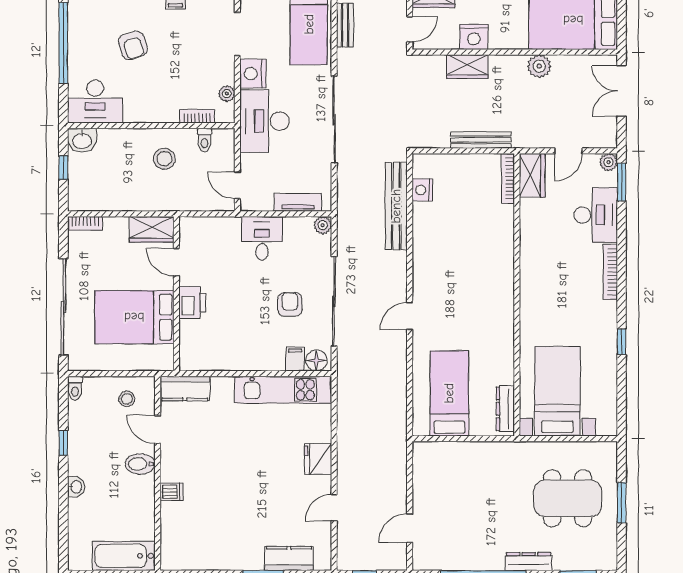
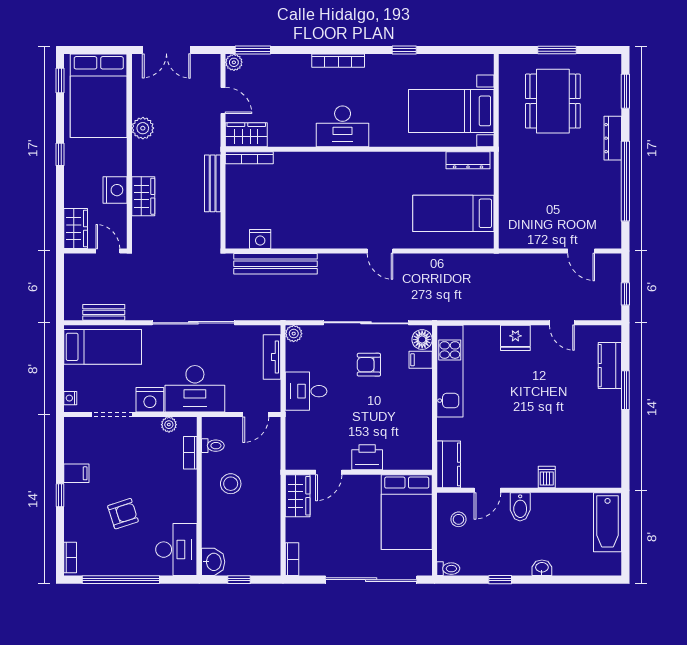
desk: (596, 215) -> (343, 126), moved, turned 180
bed: (134, 317) -> (407, 512), moved

